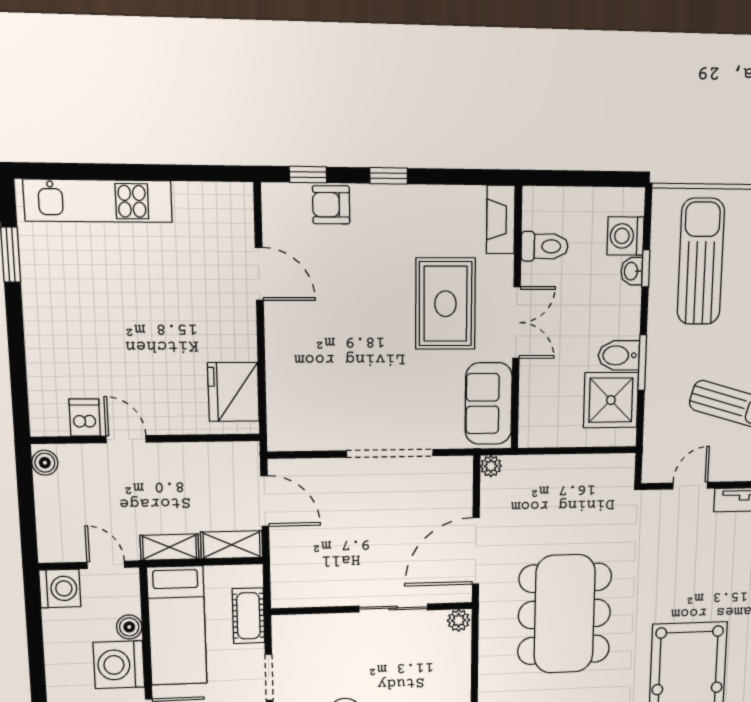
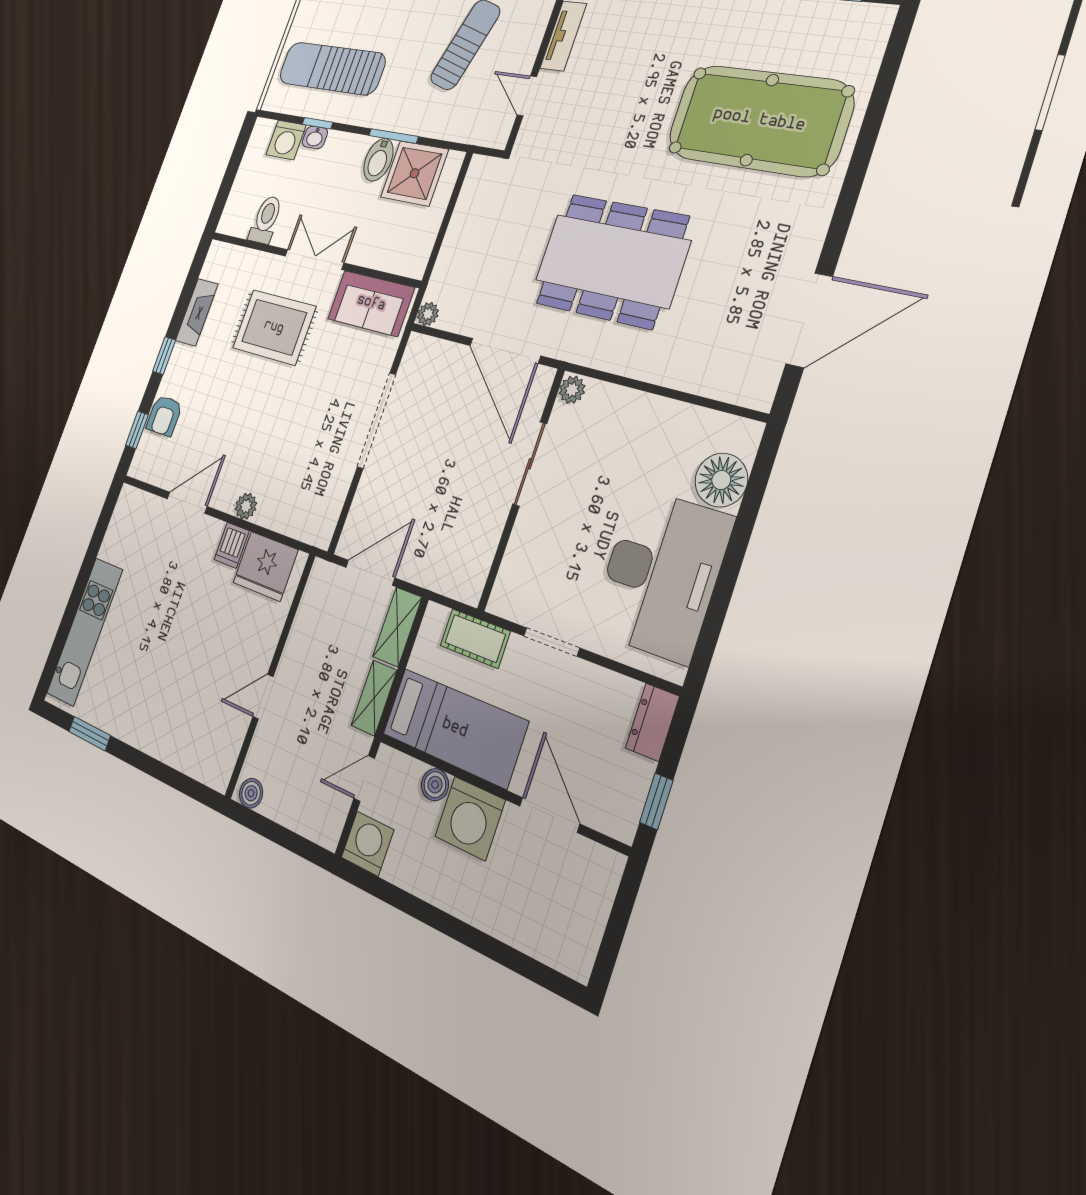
fireplace: (501, 220) -> (197, 312), moved, turned -90
plant: (278, 346) -> (246, 506), added
dishwasher: (85, 418) -> (232, 545), moved, turned -90

